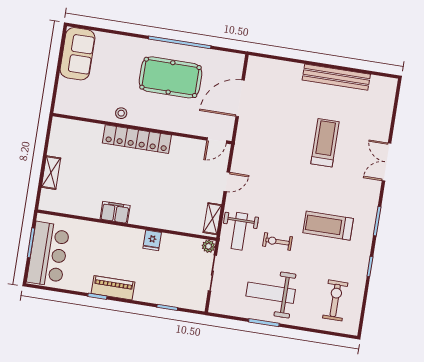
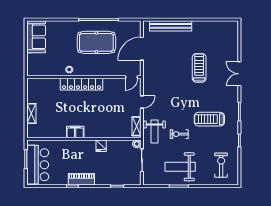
bench: (336, 77) -> (171, 26), moved

